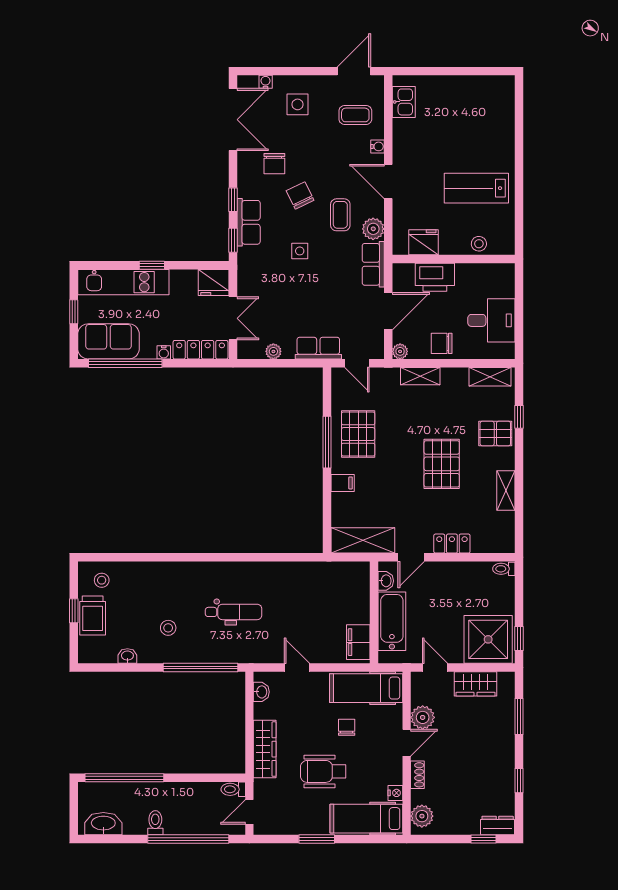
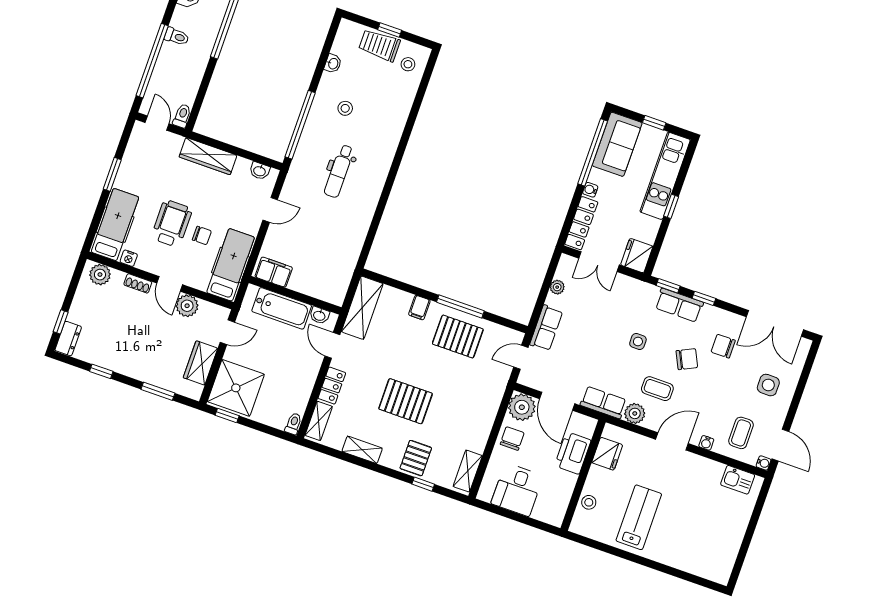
water cooler: (266, 82) -> (764, 463), moved
plant: (400, 351) -> (522, 407), width x1.87, depth x1.87
shelving: (420, 376) -> (319, 421), moved
wheelchair: (323, 771) -> (172, 223), moved

